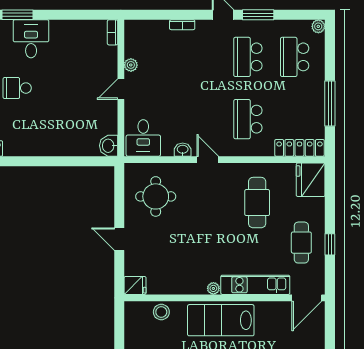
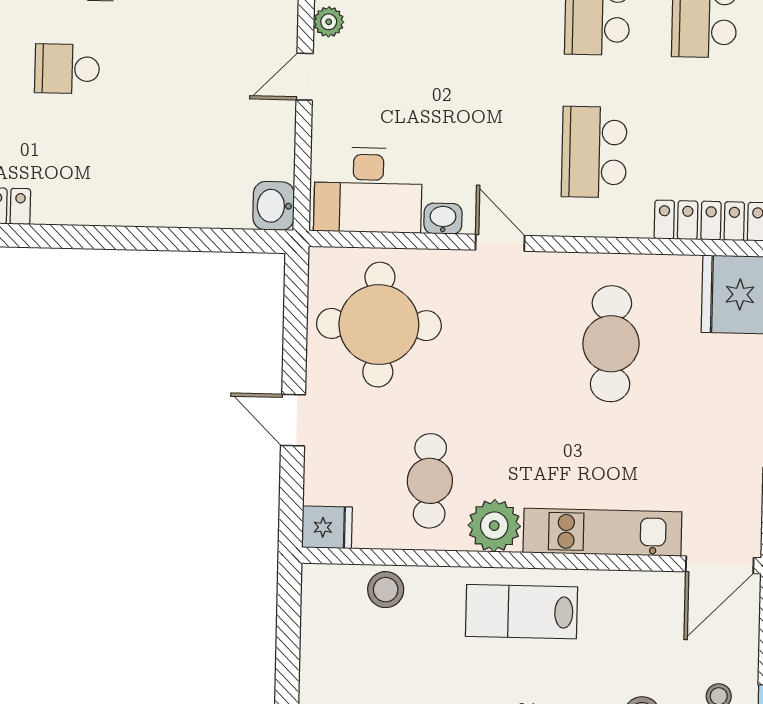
desk: (143, 138) -> (368, 190), width x1.37
round table: (156, 196) -> (379, 325), width x1.36, depth x1.36
cafe table: (301, 243) -> (430, 481), moved
plant: (213, 288) -> (494, 526), width x1.88, depth x1.88
lab bench: (221, 320) -> (522, 612), width x0.73, depth x0.72

